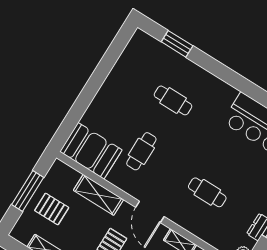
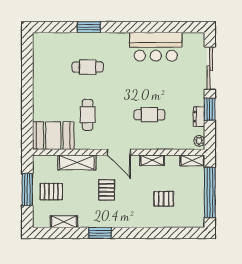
window: (177, 44) -> (89, 27), moved

